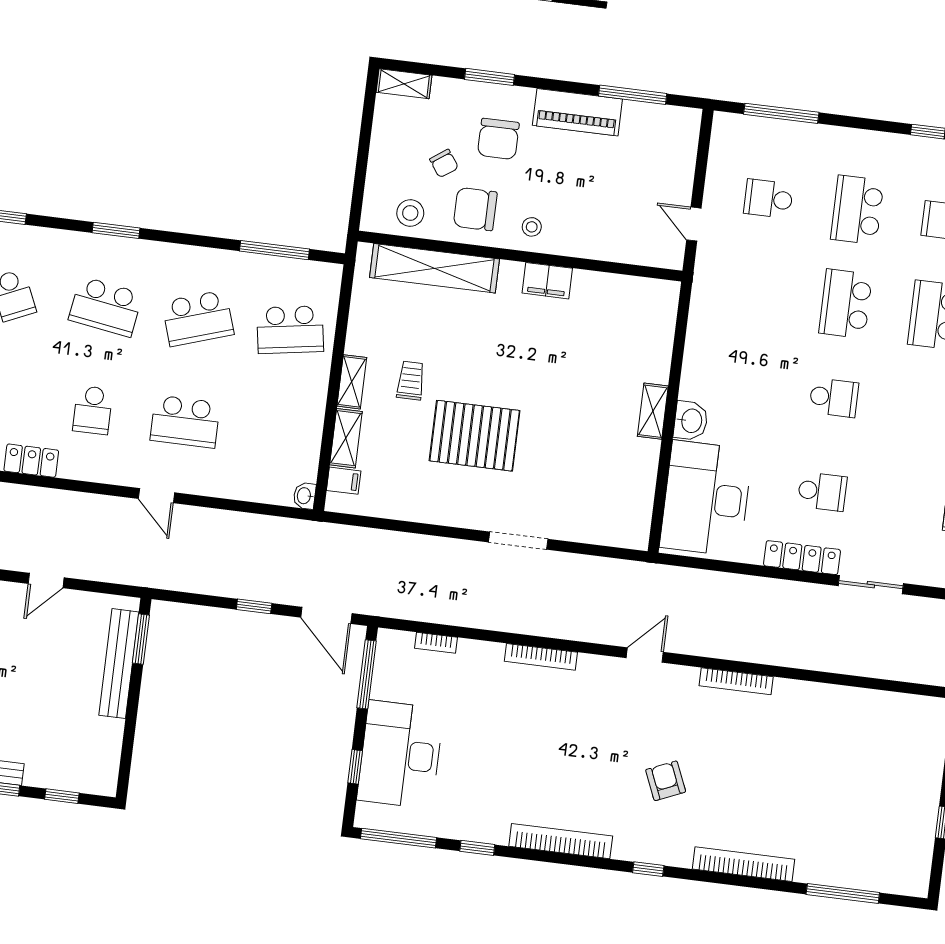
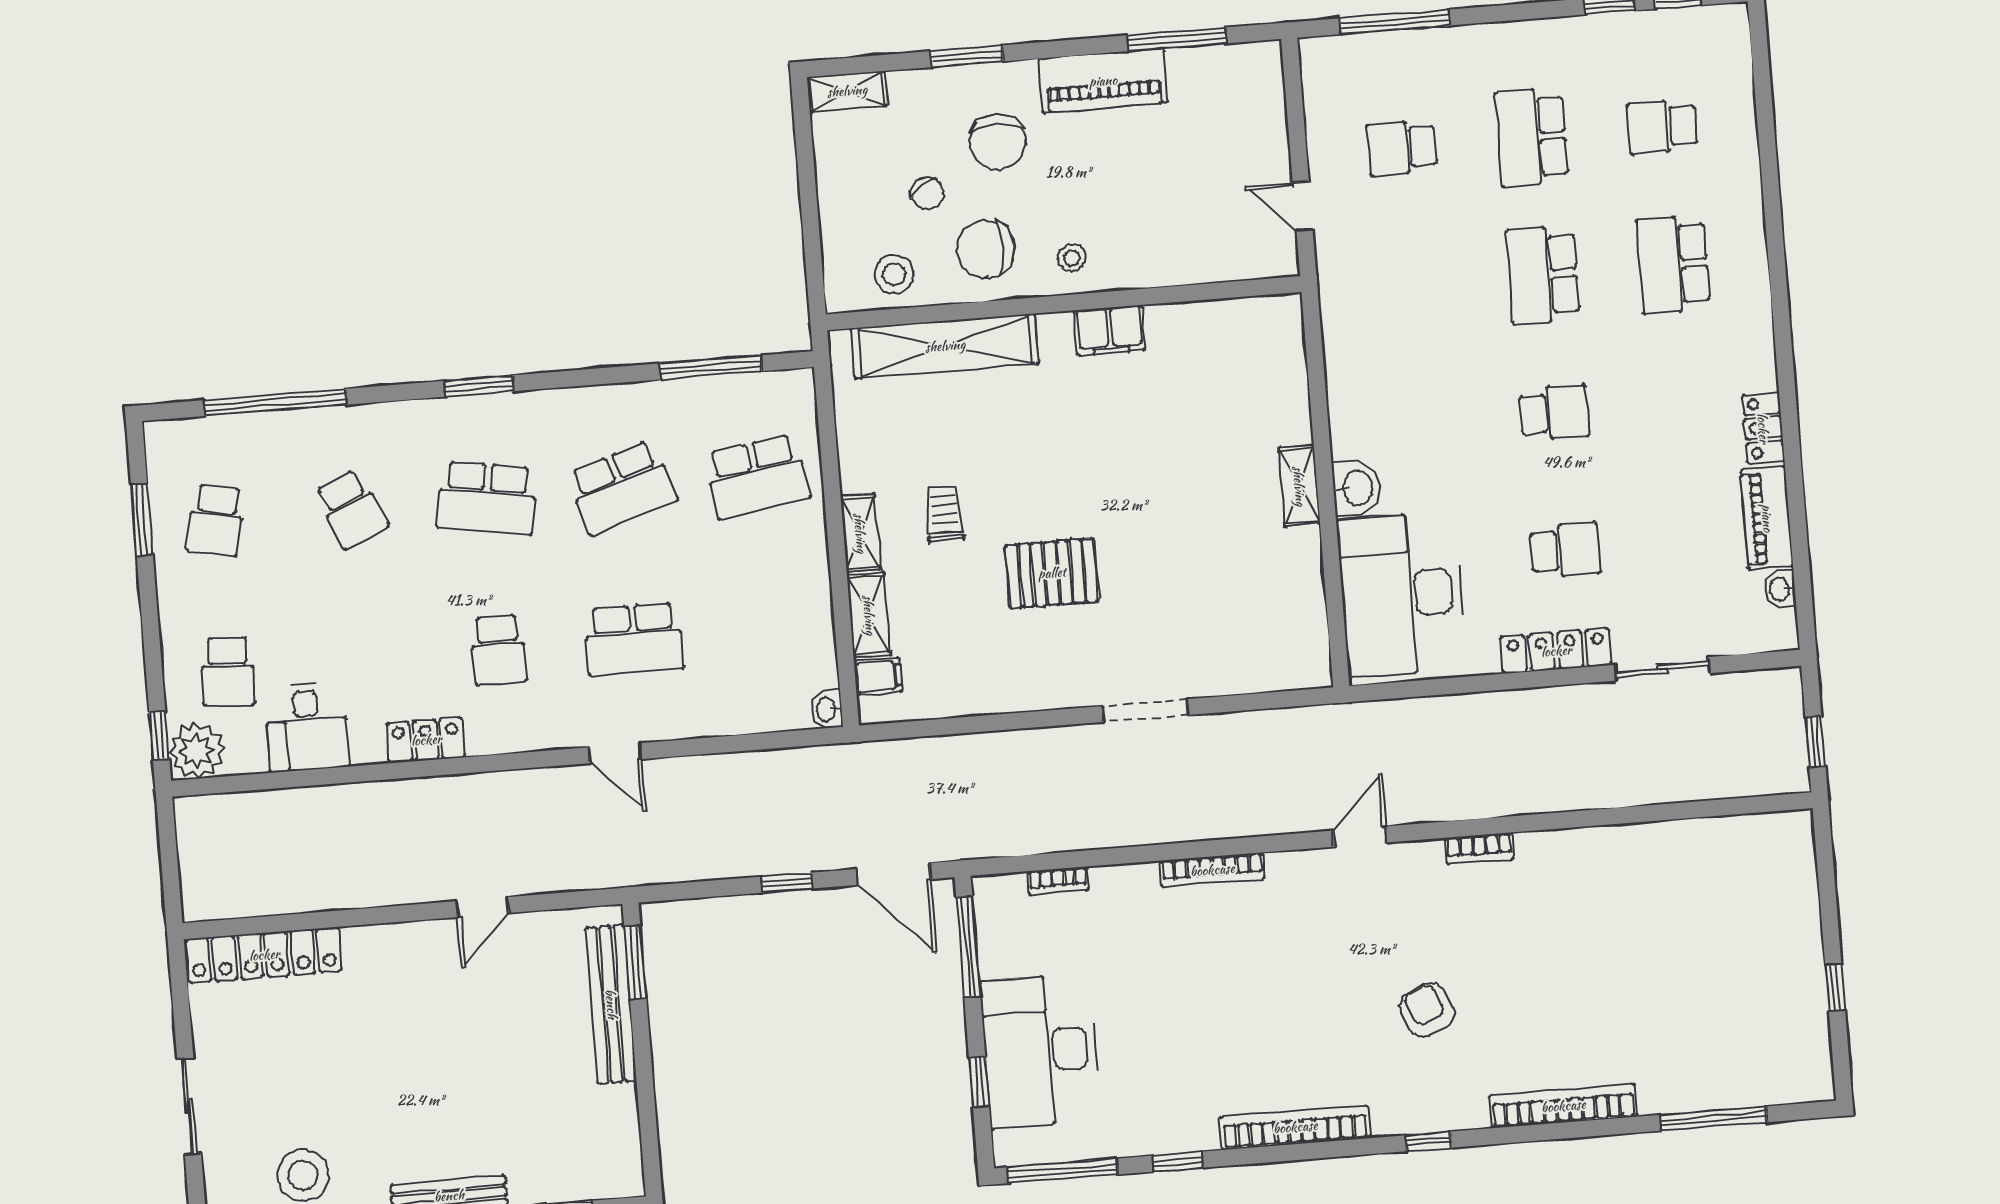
pallet: (475, 436) -> (1052, 573), width x0.73, depth x0.71
bookcase: (736, 681) -> (1479, 848), width x0.64

